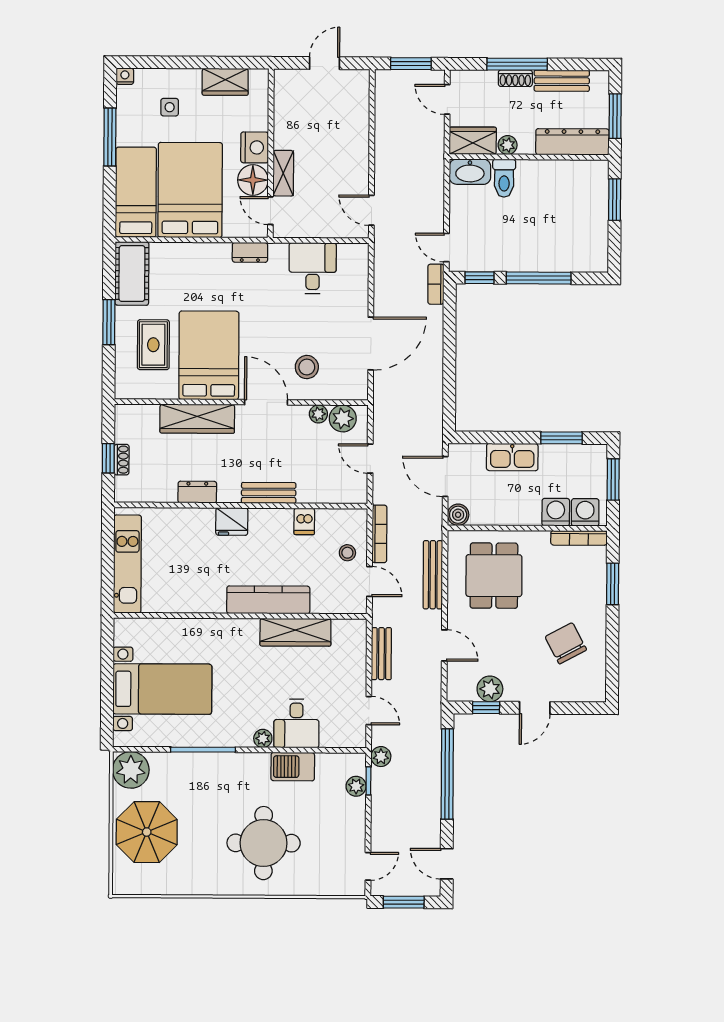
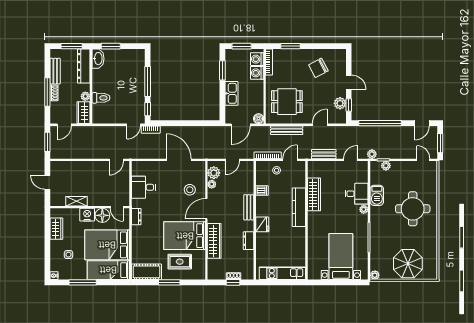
washbasin: (470, 172) -> (98, 59), moved
shelving: (283, 173) -> (76, 201), moved
door: (270, 211) -> (117, 207), hinge flipped
plant: (131, 770) -> (375, 275), width x0.53, depth x0.53

